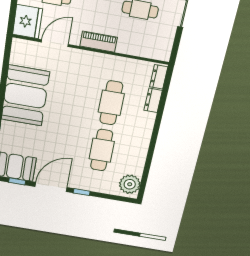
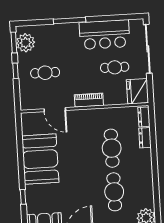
fridge: (28, 22) -> (138, 91), moved, turned 180
door: (55, 43) -> (55, 110), swing flipped

